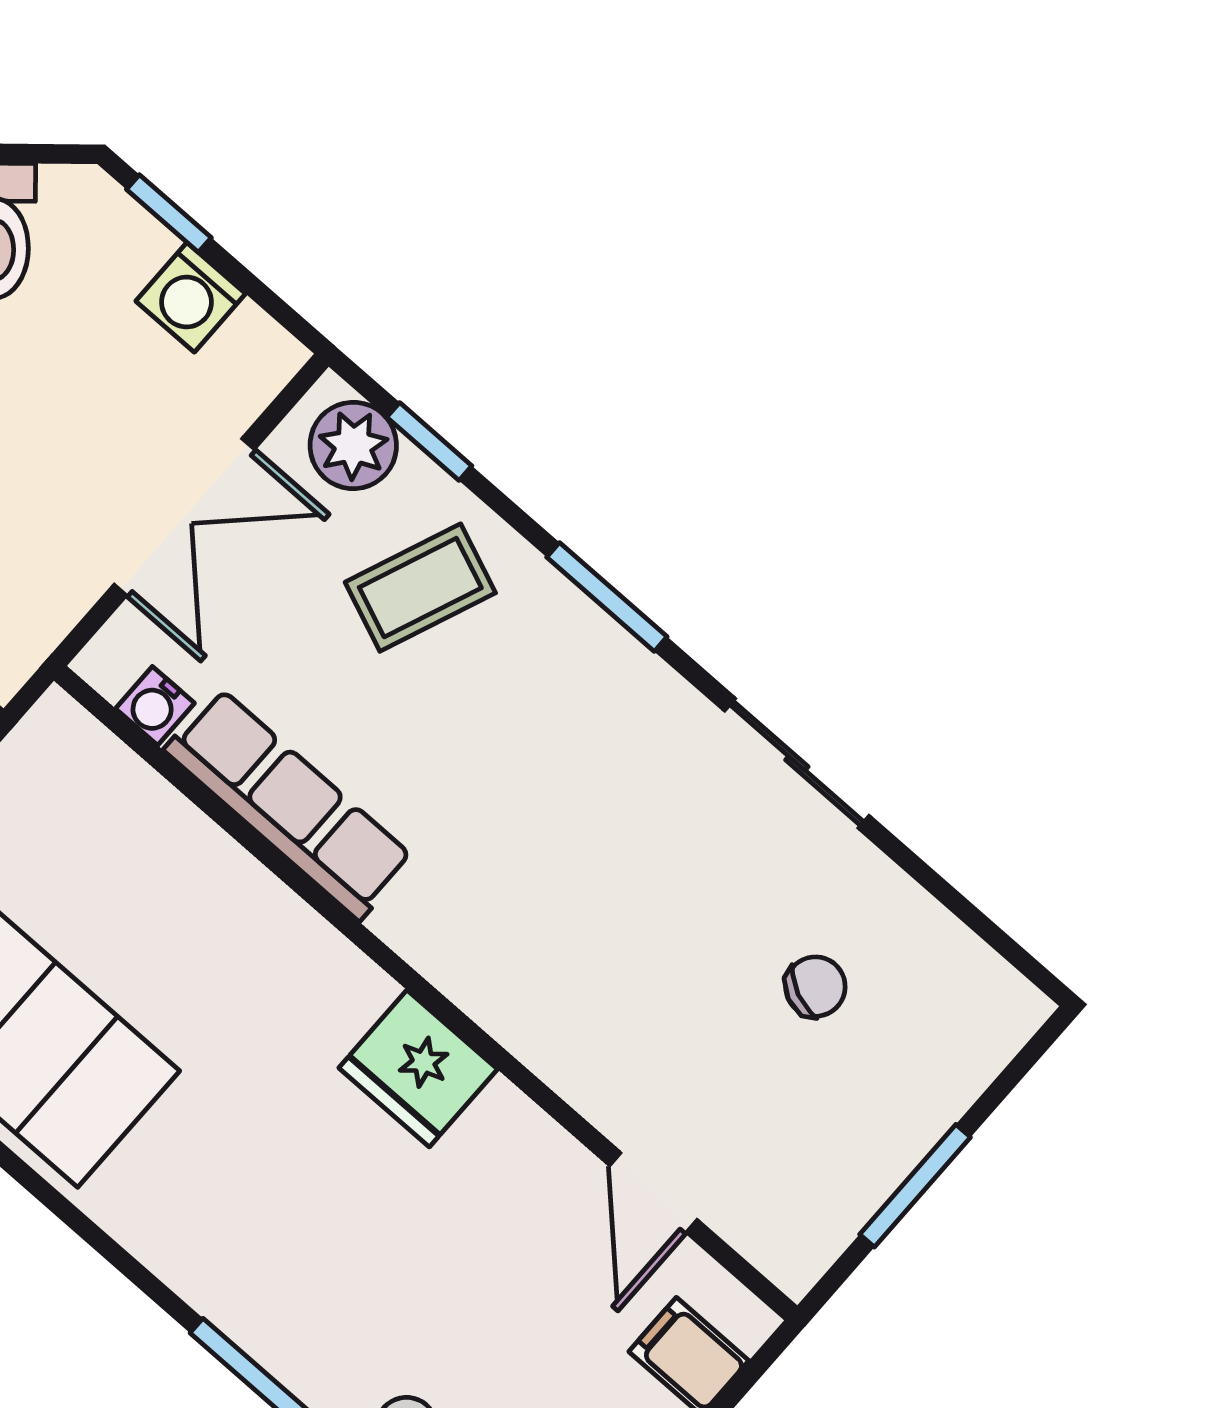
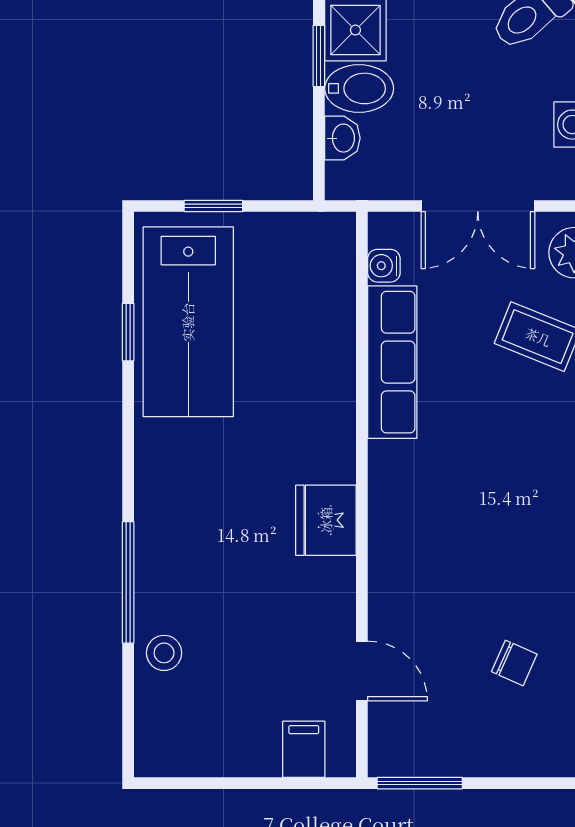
window: (915, 1186) -> (420, 783), moved
door: (653, 1193) -> (362, 671), swing flipped

